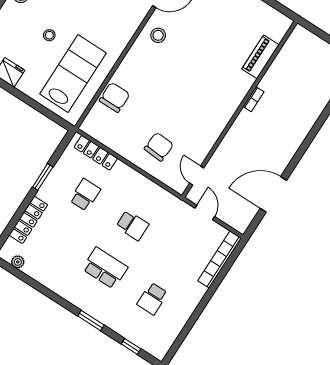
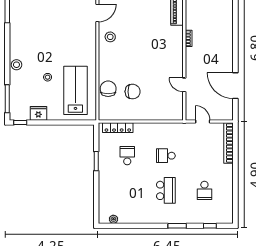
chair: (159, 147) -> (133, 92), moved, turned 86
door: (197, 176) -> (184, 85), moved
door: (273, 194) -> (235, 86), hinge flipped
locker: (28, 220) -> (104, 191), removed
school desk: (132, 225) -> (166, 156), turned 180
school desk: (105, 268) -> (166, 190), turned 90

